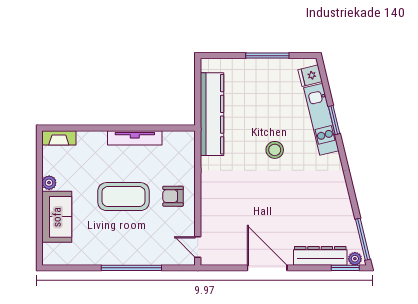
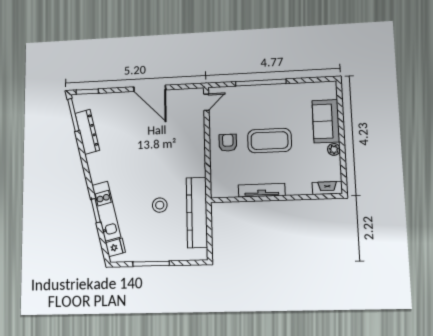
stool: (275, 150) -> (160, 205), moved
armchair: (173, 196) -> (228, 143), turned -90
door: (198, 247) -> (206, 102), hinge flipped
dresser: (320, 256) -> (87, 132), moved, turned -104
plant: (355, 259) -> (80, 99), removed

